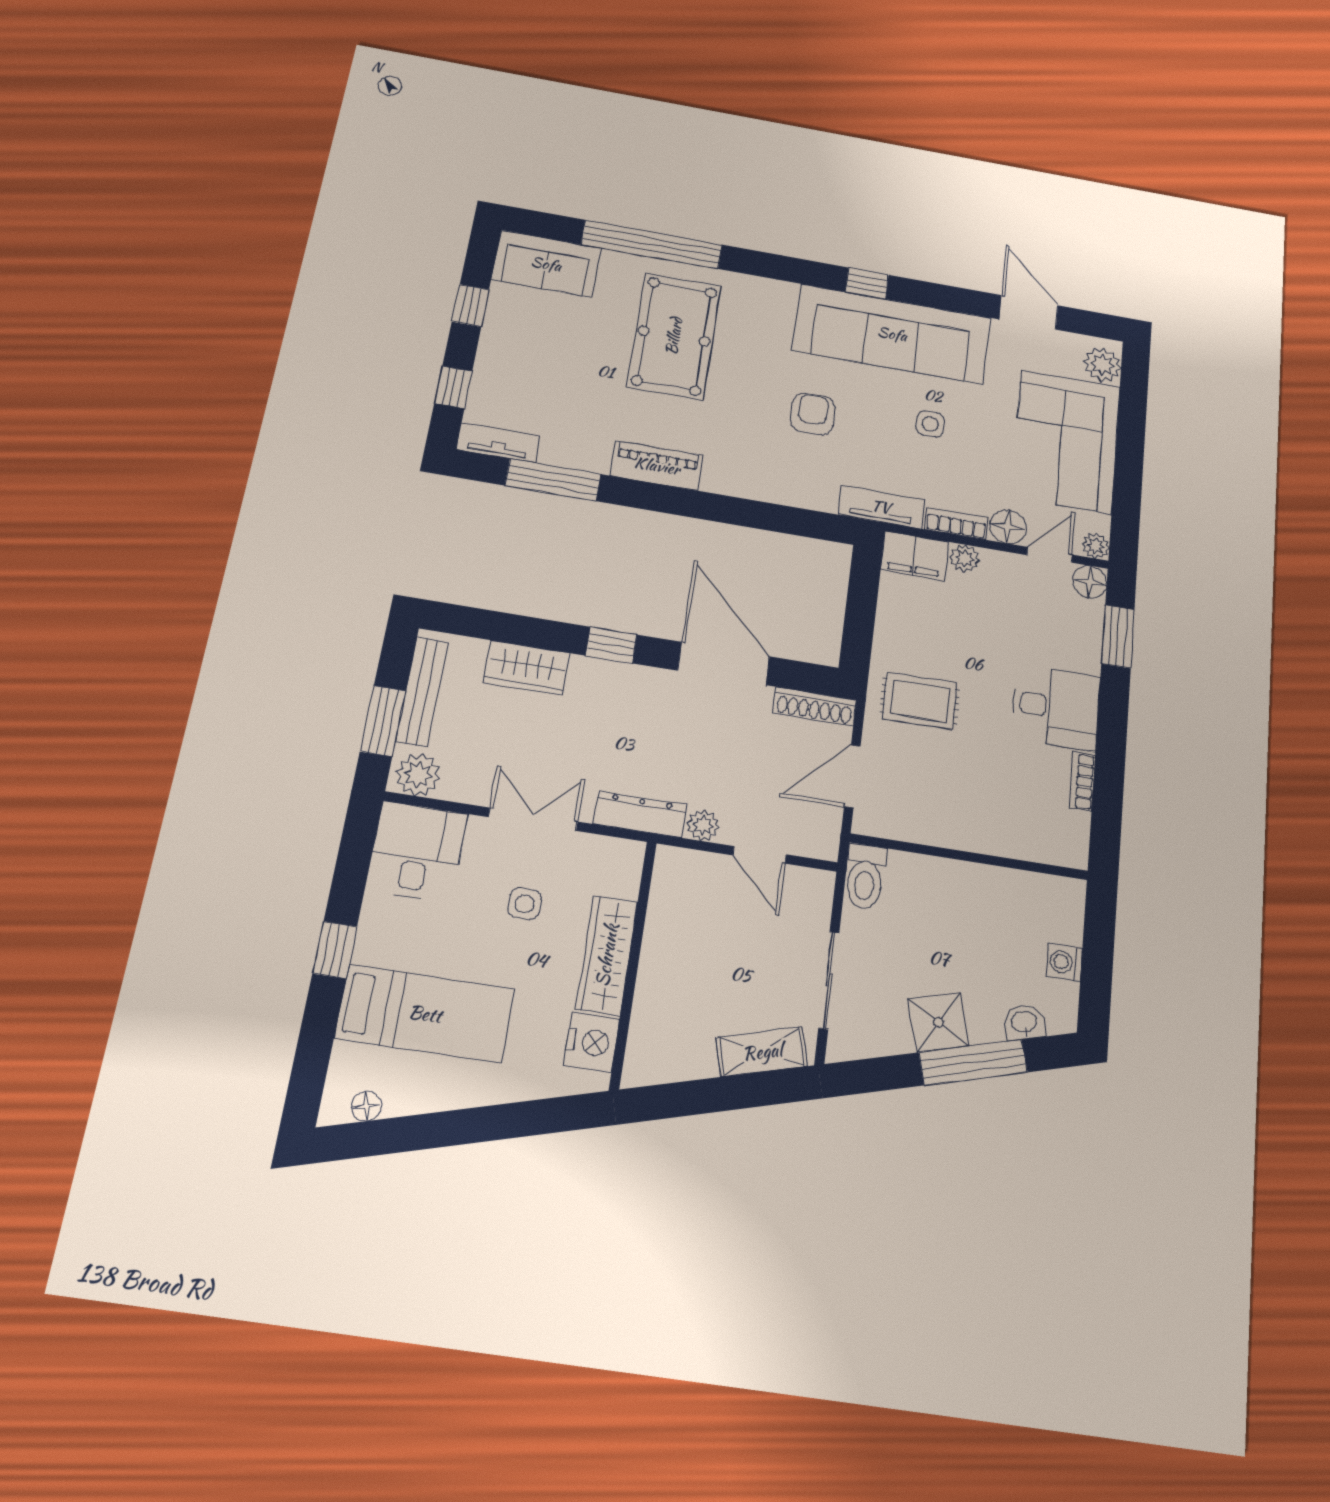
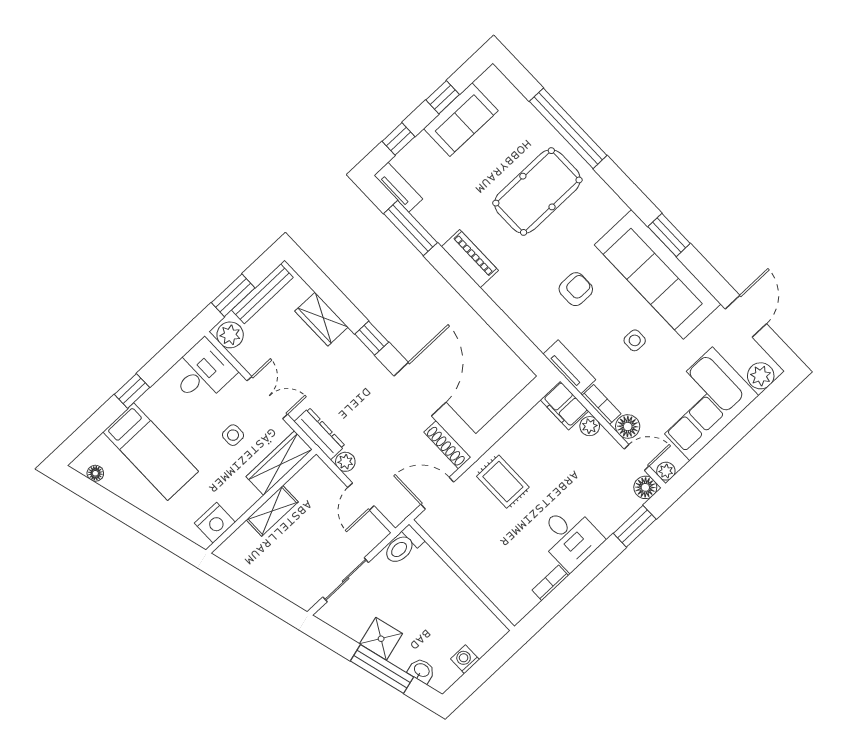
sofa: (546, 264) -> (461, 120), moved, turned -90
window: (867, 283) -> (669, 235), width x1.50
wardrobe: (607, 955) -> (279, 463), moved
shelving: (762, 1052) -> (272, 511), moved, turned -75

